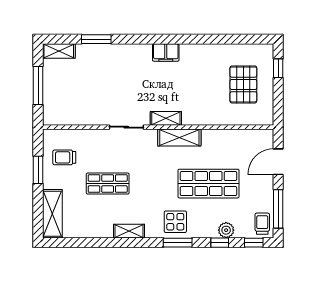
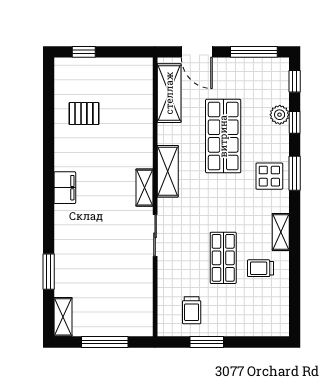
pallet: (243, 84) -> (84, 114), moved, width x0.67, depth x0.71
shelving: (52, 214) -> (169, 93), moved, turned 90
trolley: (262, 224) -> (260, 268), moved

